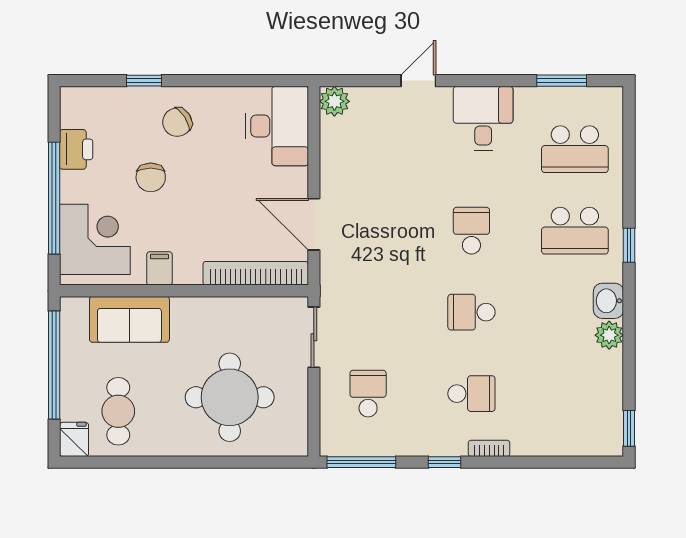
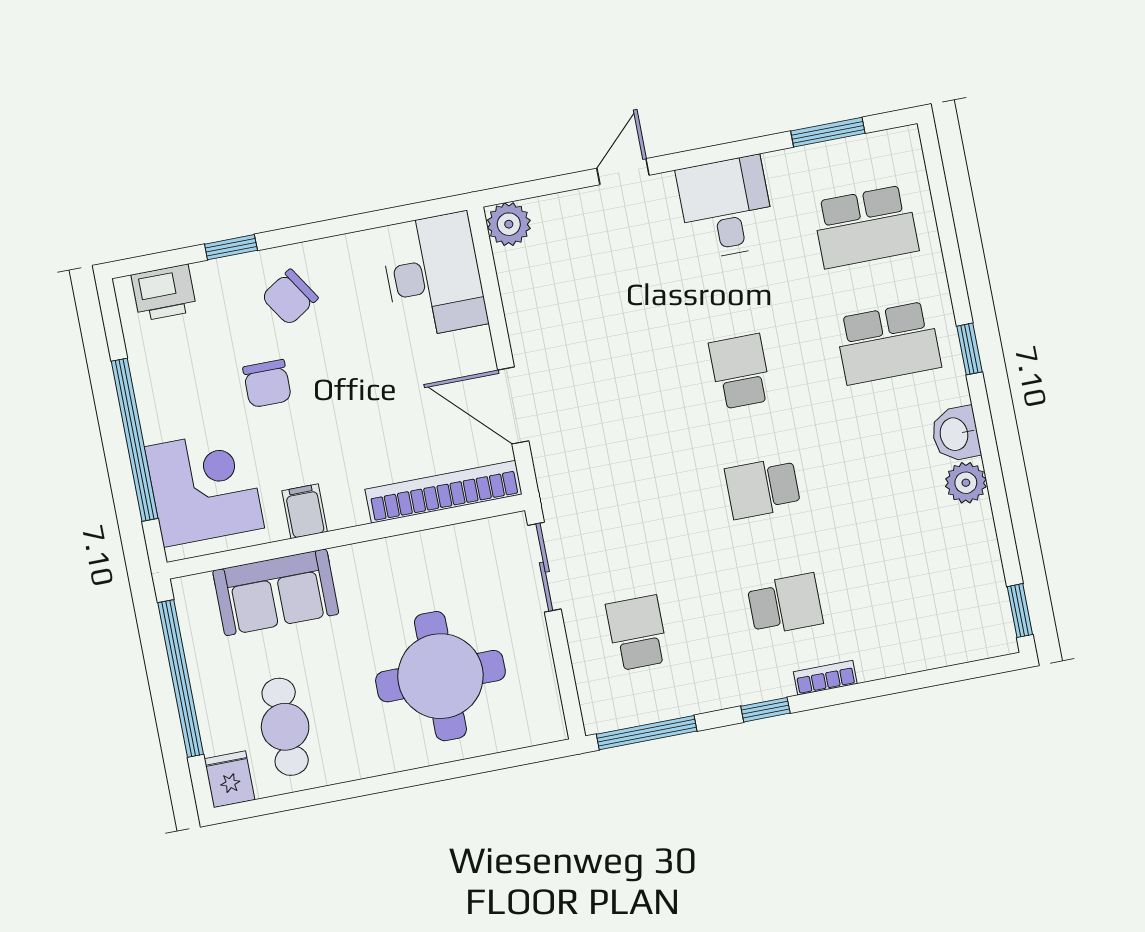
printer: (76, 149) -> (164, 293), moved, turned 90

